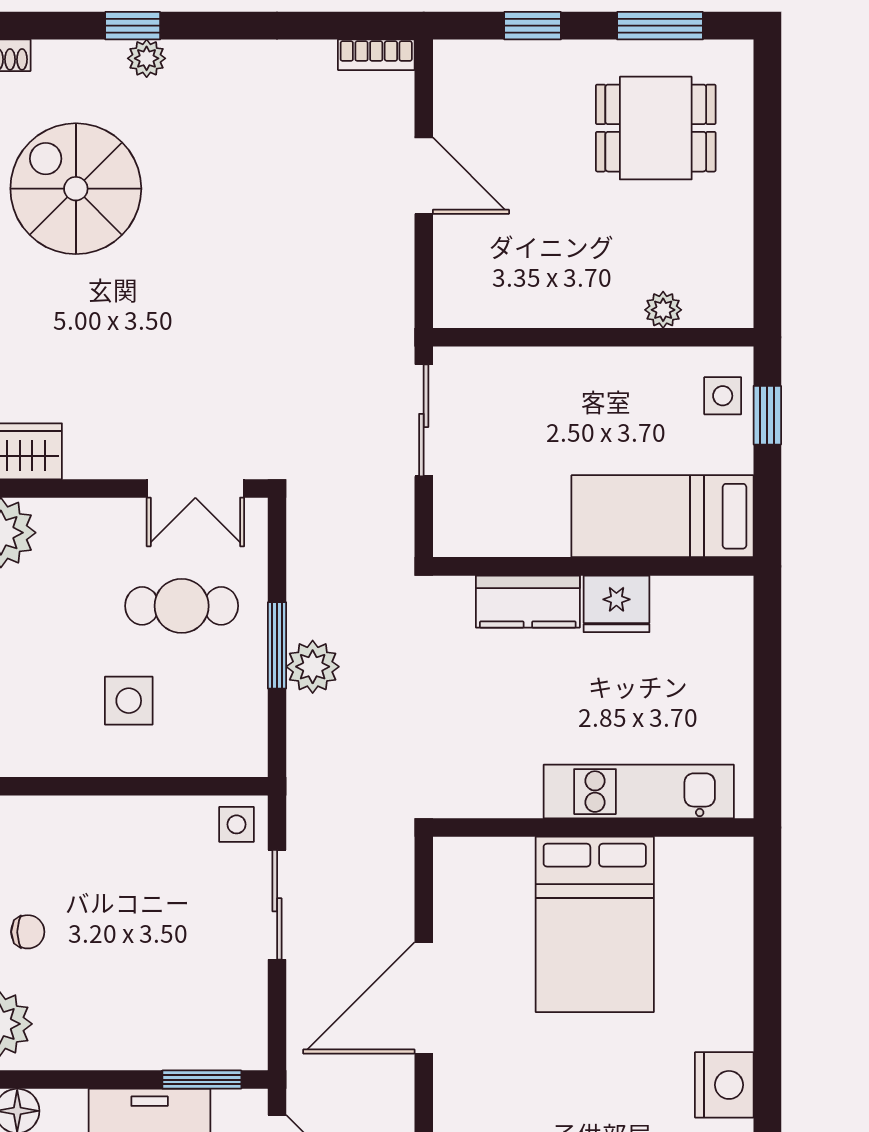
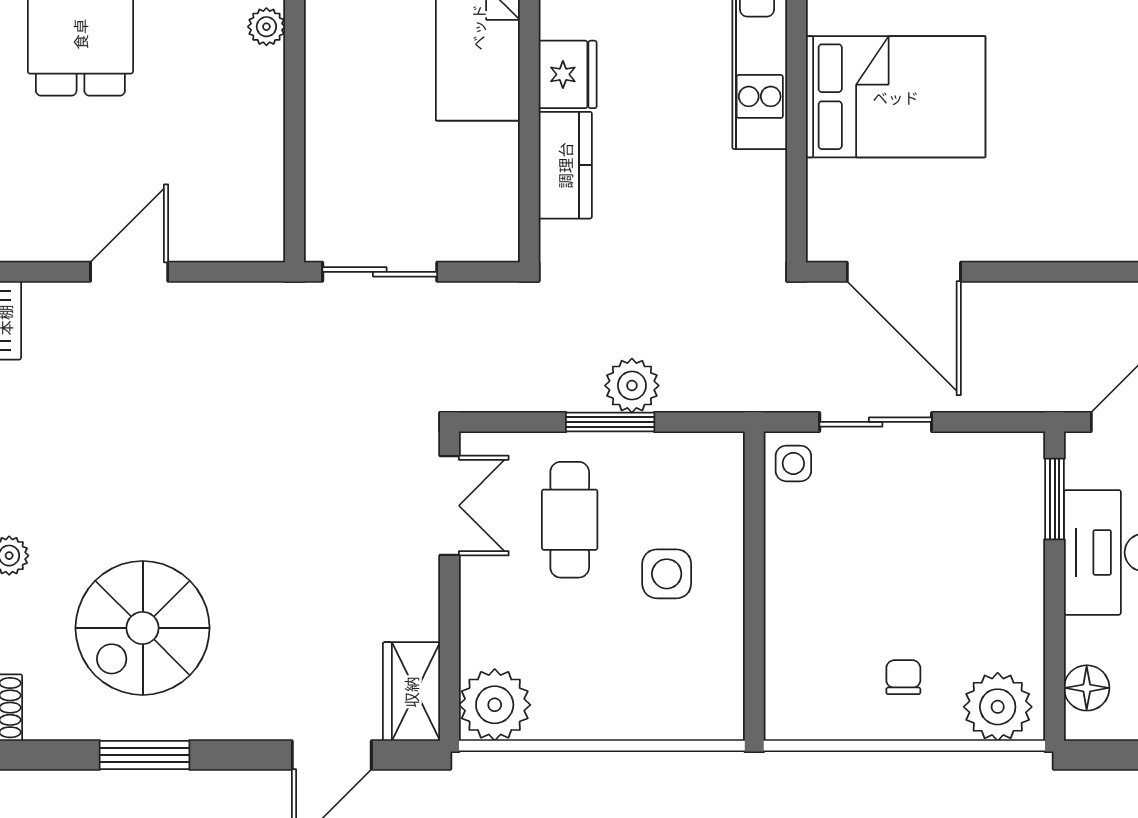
door: (424, 998) -> (904, 272), moved

